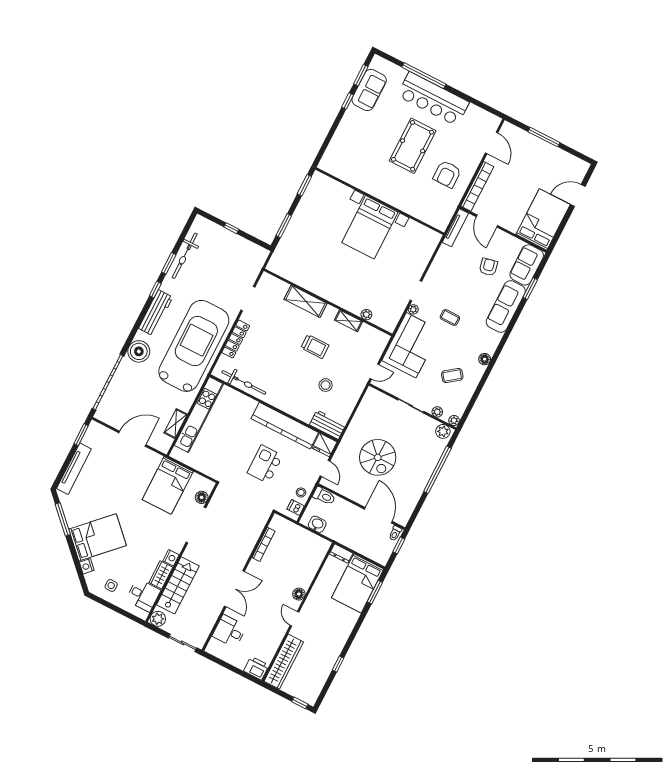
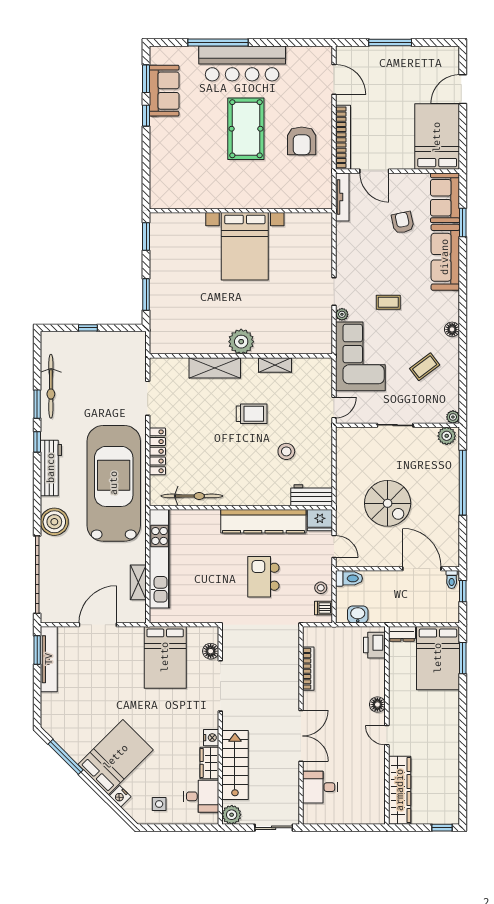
plant: (366, 315) -> (241, 342), moved, width x1.87, depth x1.87
plant: (437, 412) -> (429, 417), removed
tv unit: (74, 469) -> (49, 659), moved
window: (338, 664) -> (463, 761), removed
printer: (256, 668) -> (374, 645), moved, turned -90

